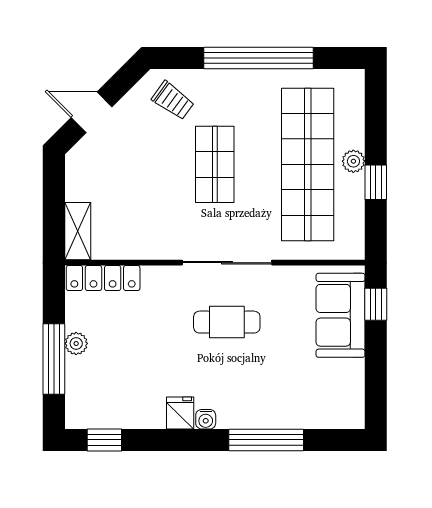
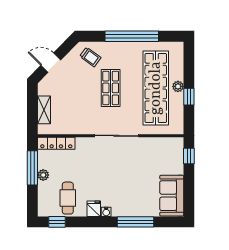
shelving: (78, 231) -> (44, 110), moved
sofa: (341, 315) -> (172, 196), moved
cafe table: (227, 322) -> (68, 198), moved, turned 90
window: (54, 359) -> (32, 168), moved

